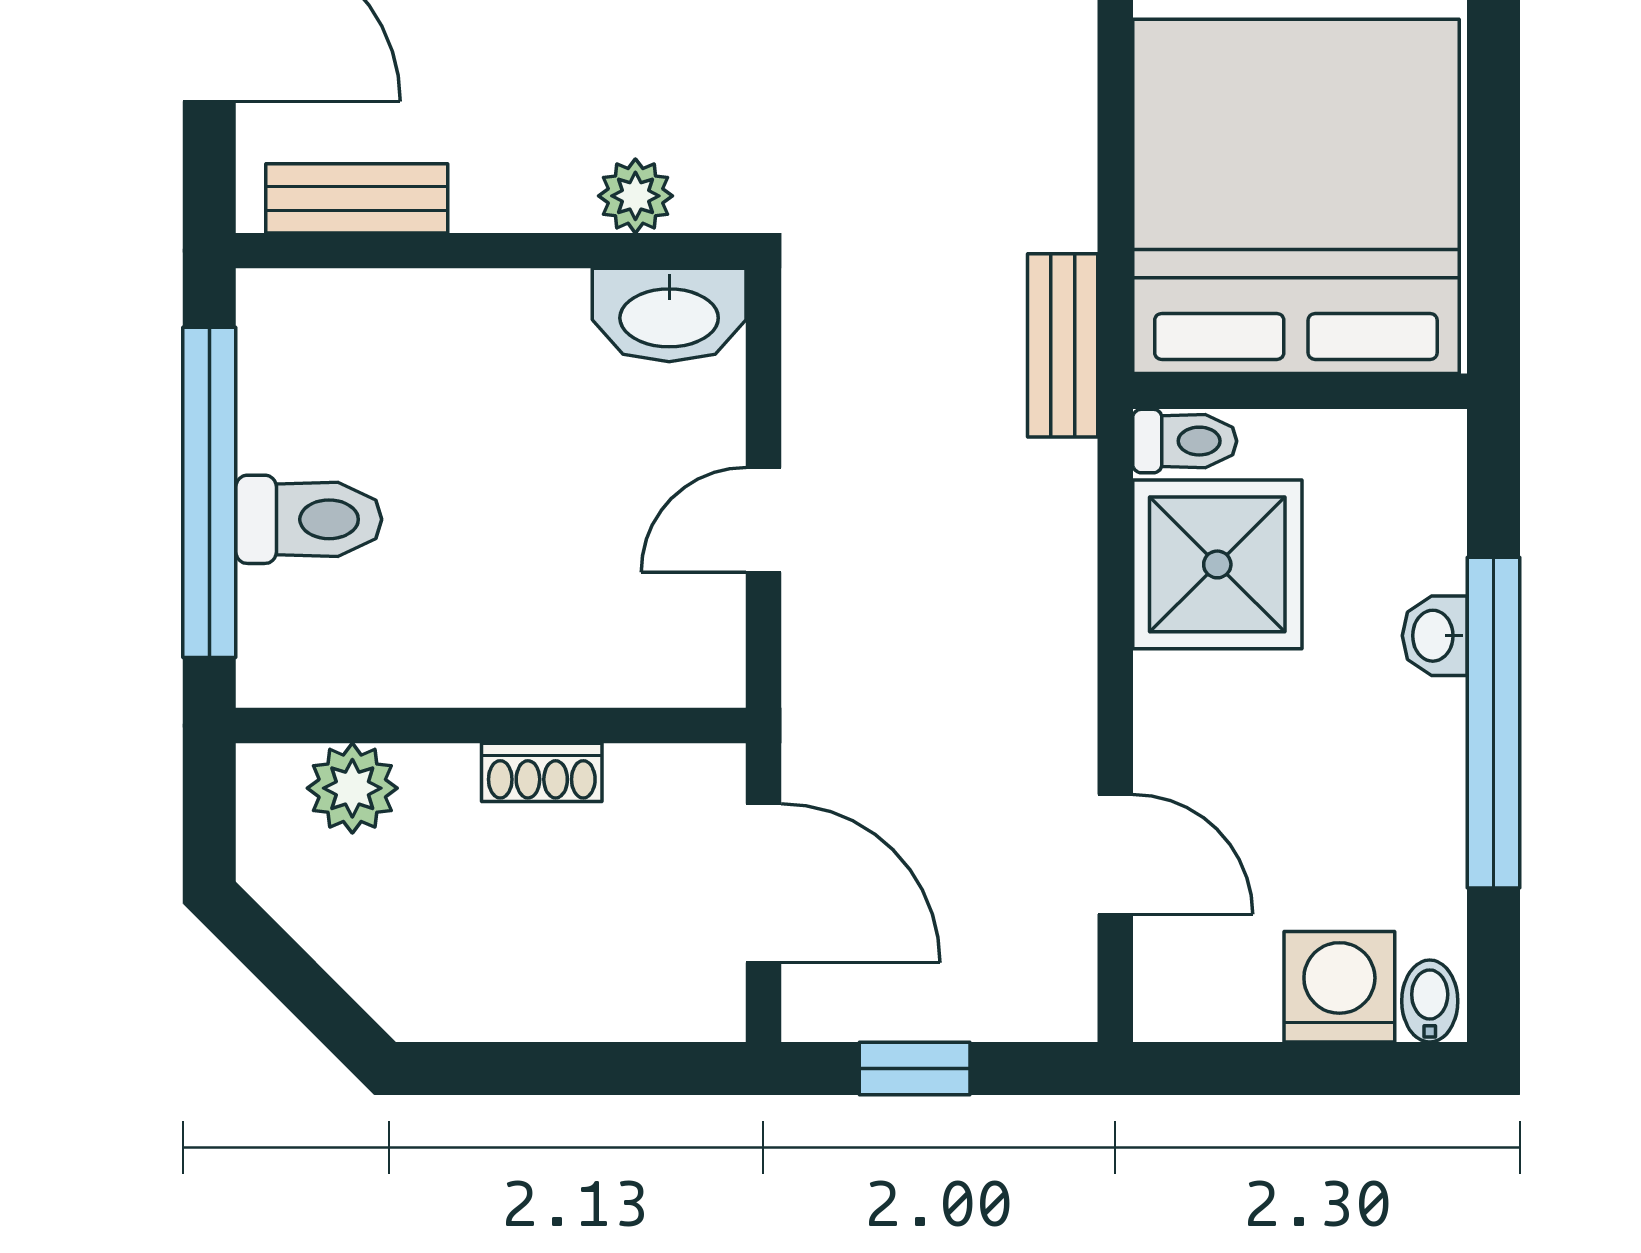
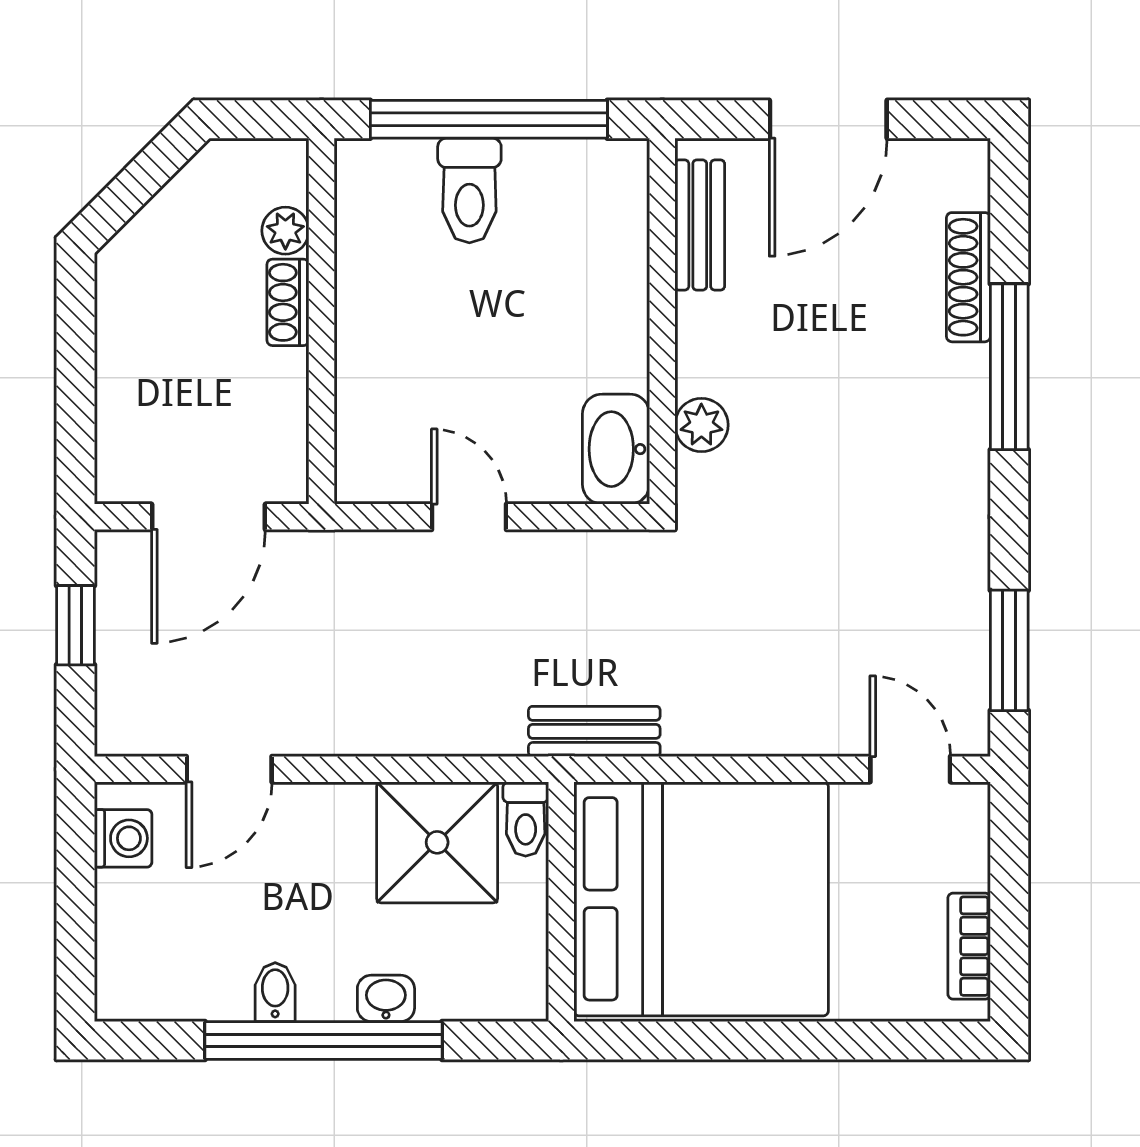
shoe rack: (542, 772) -> (288, 302), moved
plant: (352, 788) -> (285, 231), width x0.73, depth x0.73
washing machine: (1339, 987) -> (123, 838), moved, width x0.73, depth x0.73
bidet: (1430, 1001) -> (275, 992), moved, turned -90

